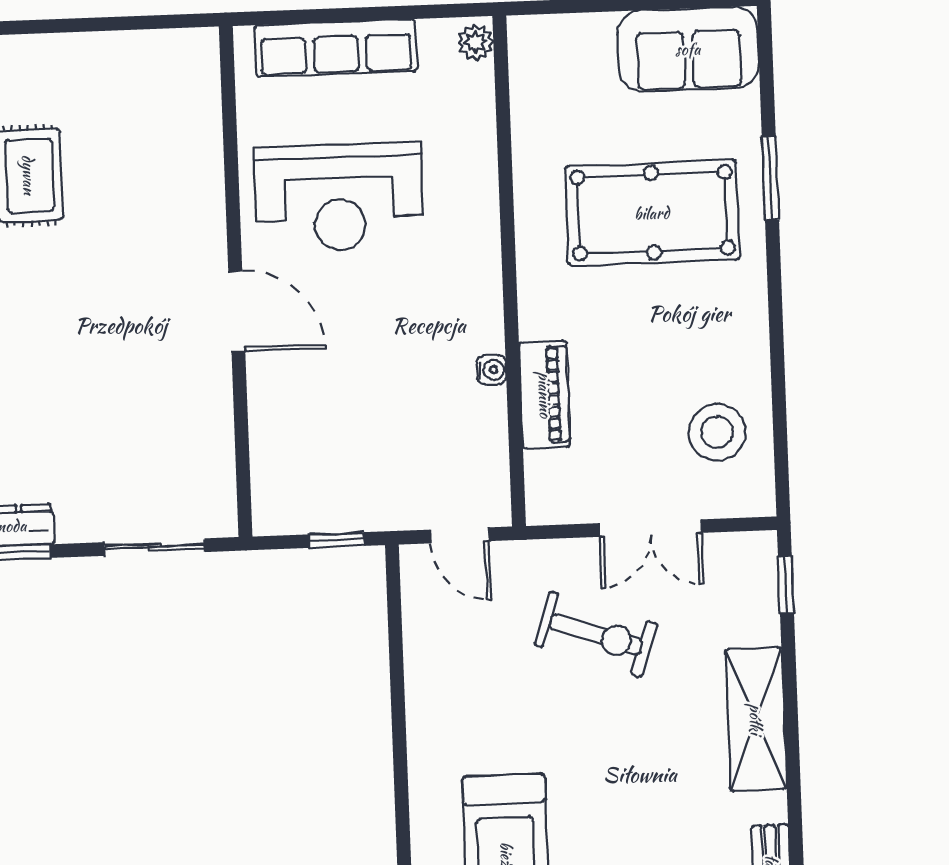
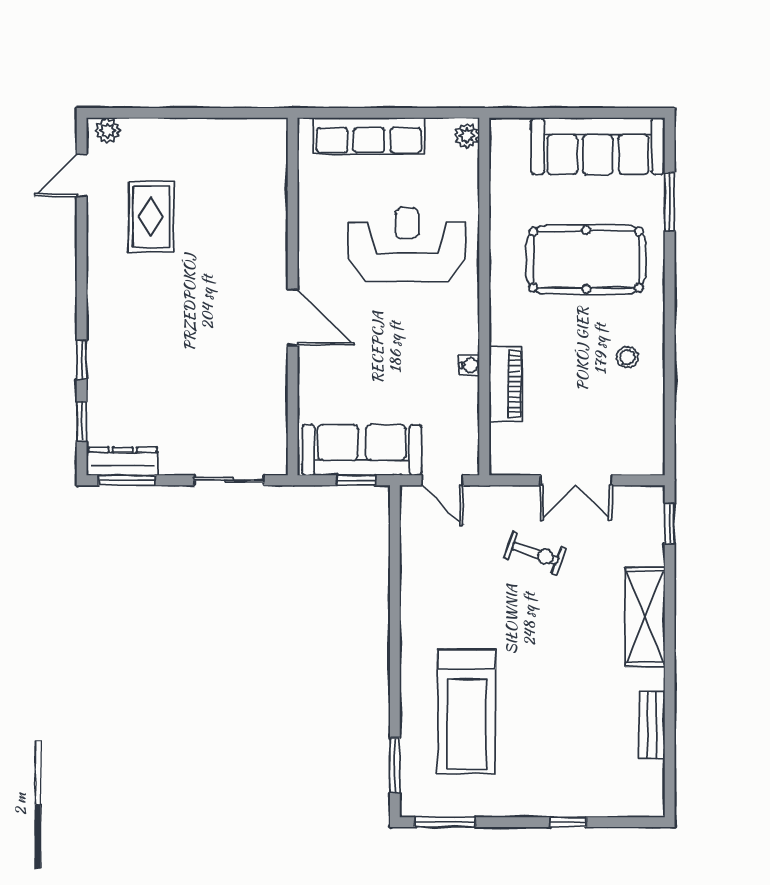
sofa: (688, 49) -> (598, 146), width x1.36
window: (770, 178) -> (670, 202), moved
reception desk: (339, 197) -> (407, 245), moved, turned 180
stool: (717, 432) -> (627, 357), moved, width x0.53, depth x0.53
sofa: (343, 497) -> (362, 450), added
exercise bike: (596, 634) -> (535, 553), width x0.73, depth x0.72

